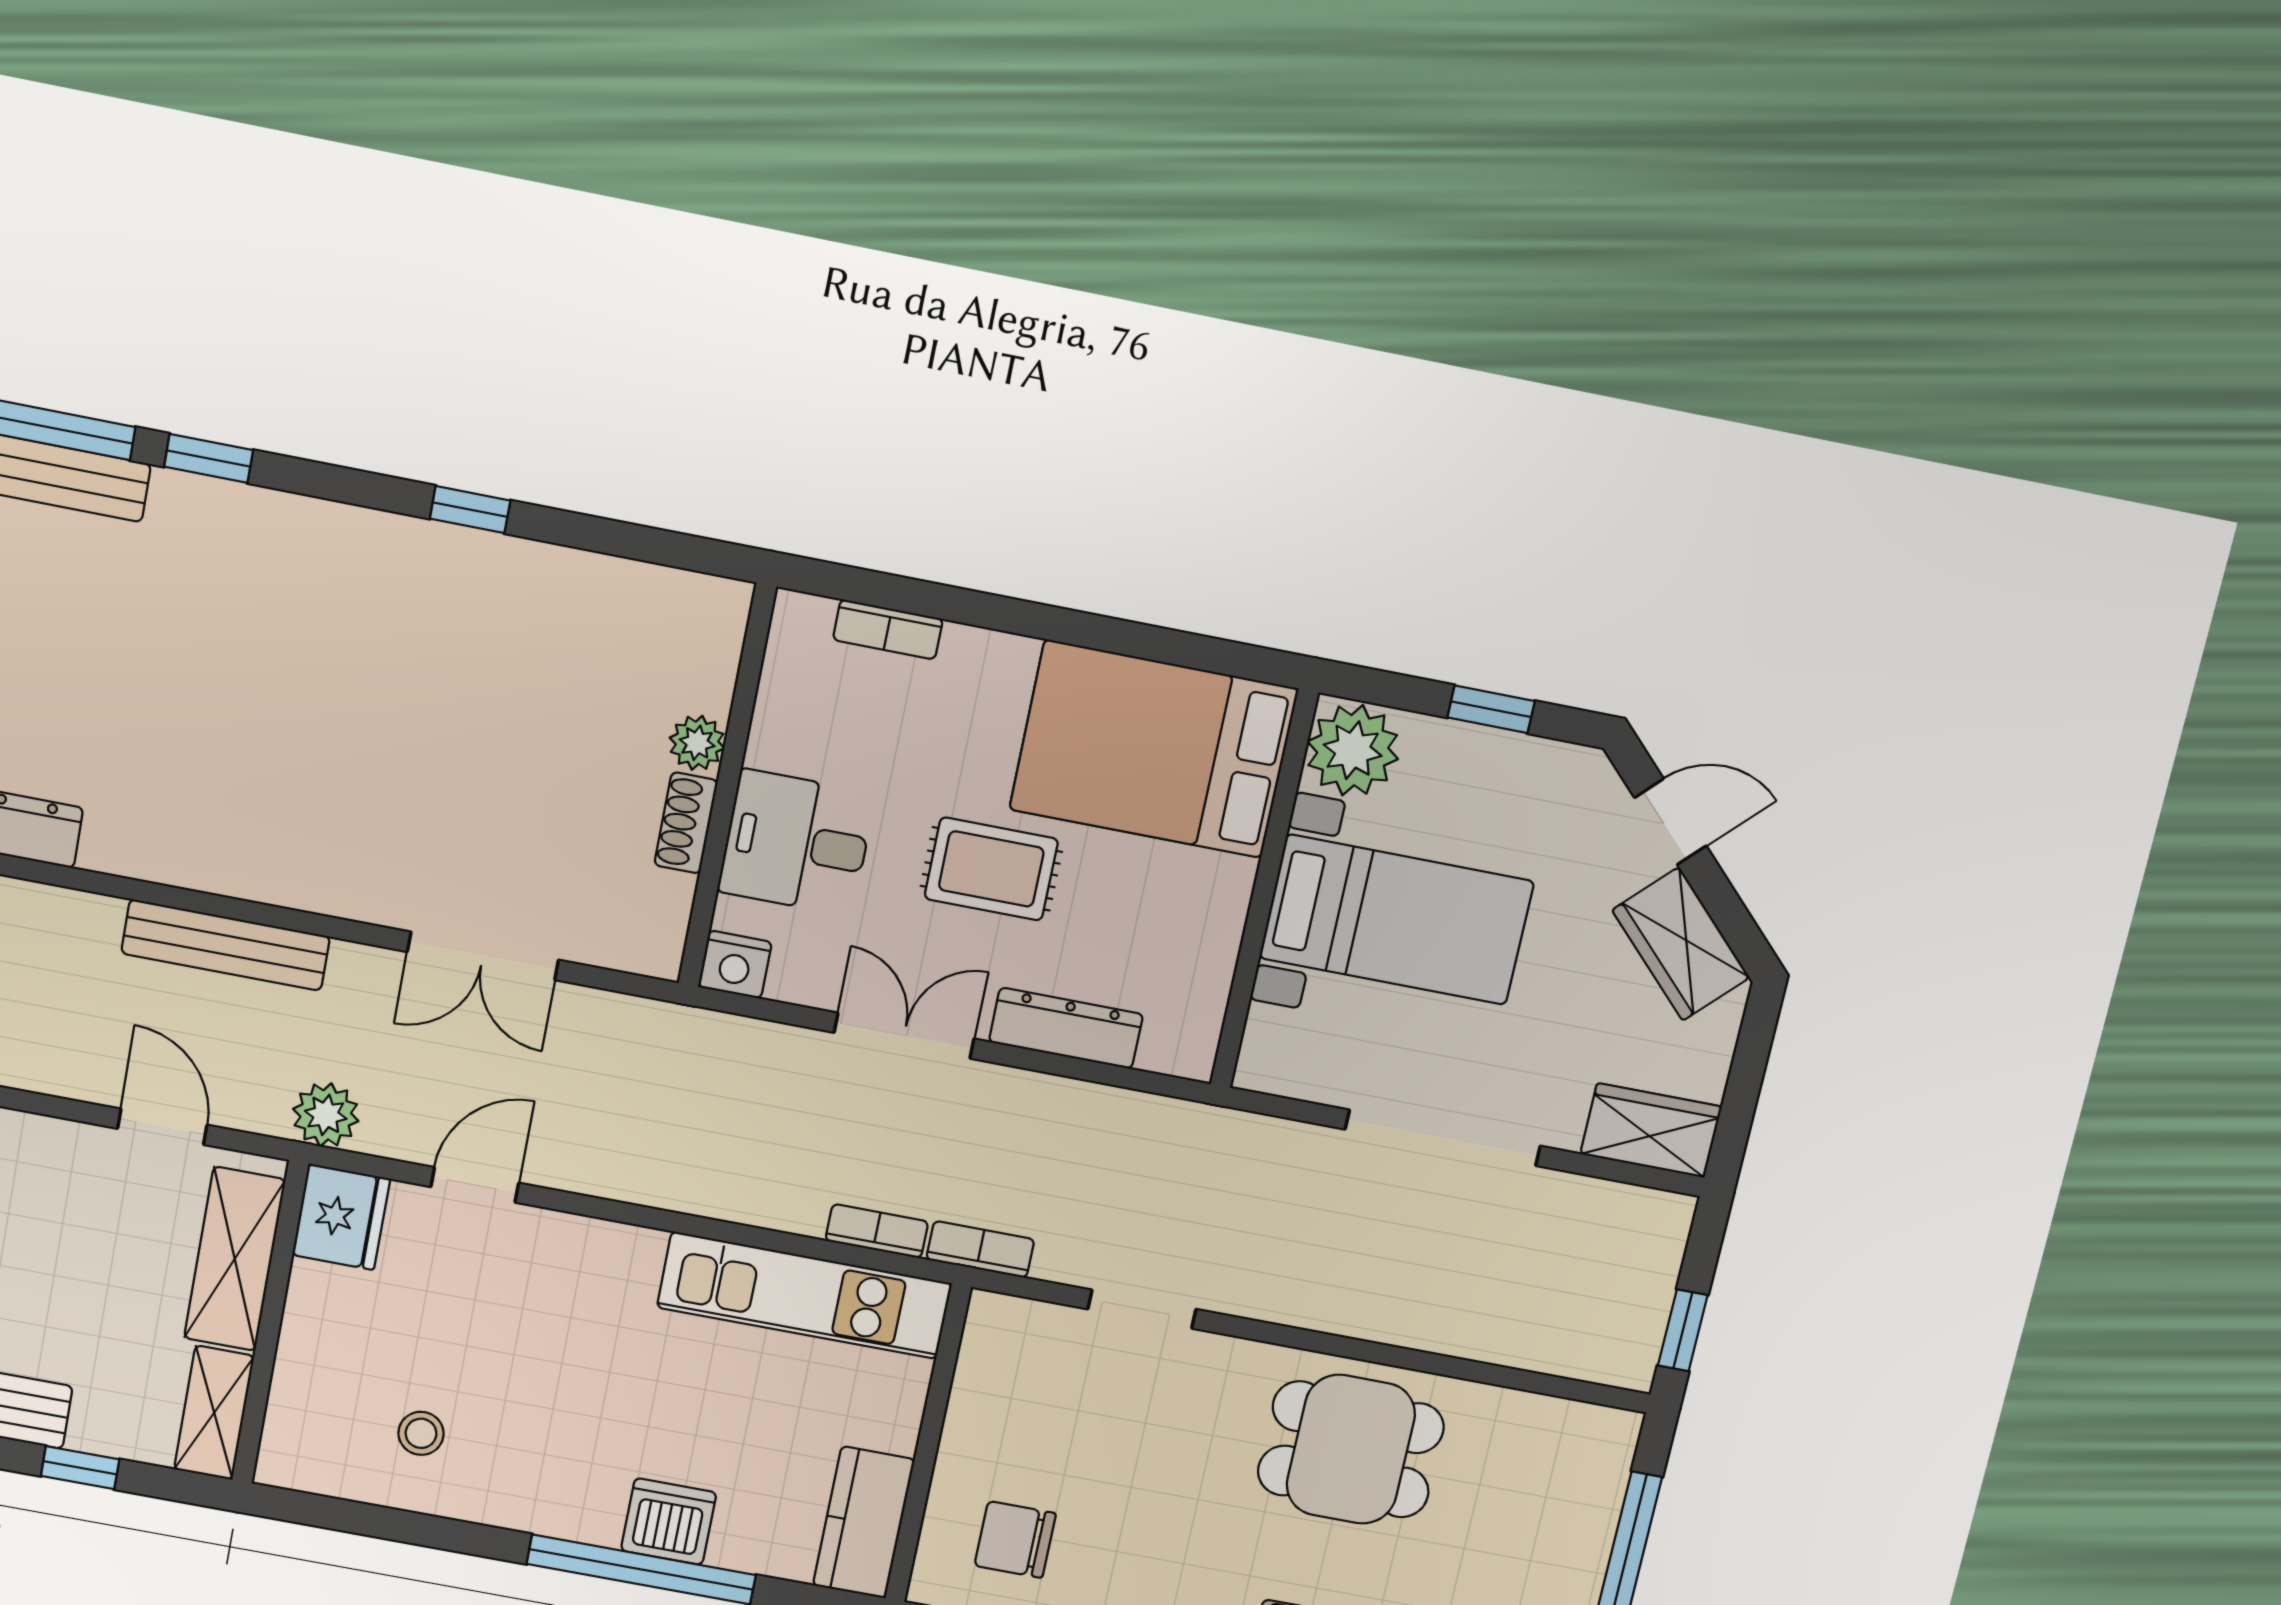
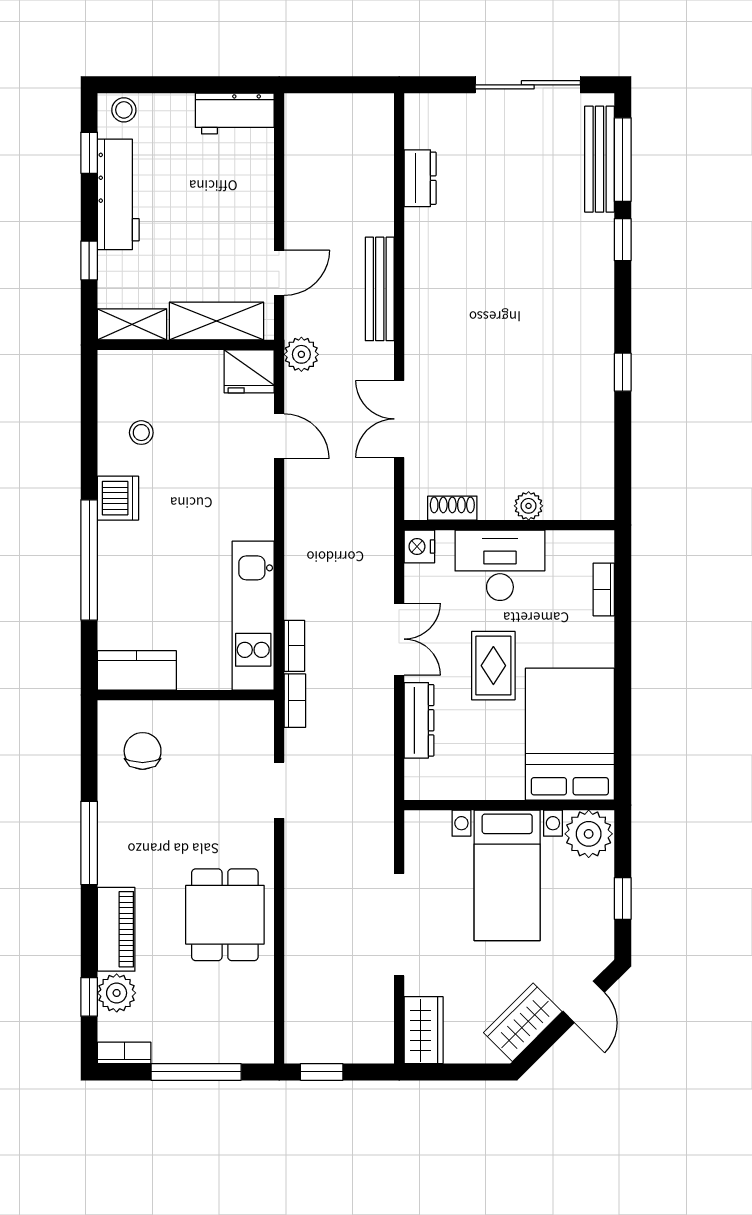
shoe rack: (686, 823) -> (452, 508), moved
desk: (797, 843) -> (500, 565), width x1.37
dishwasher: (669, 1522) -> (118, 498), moved

